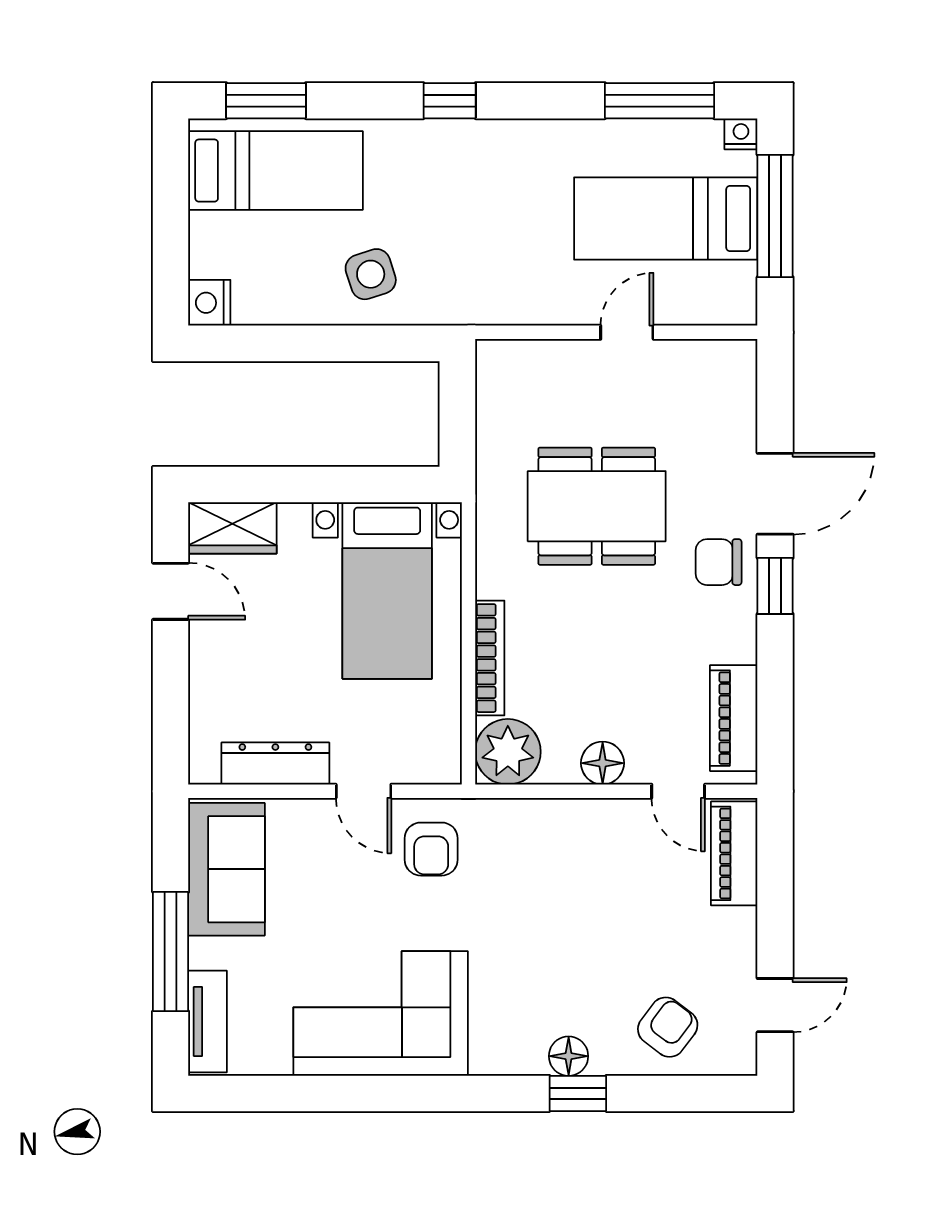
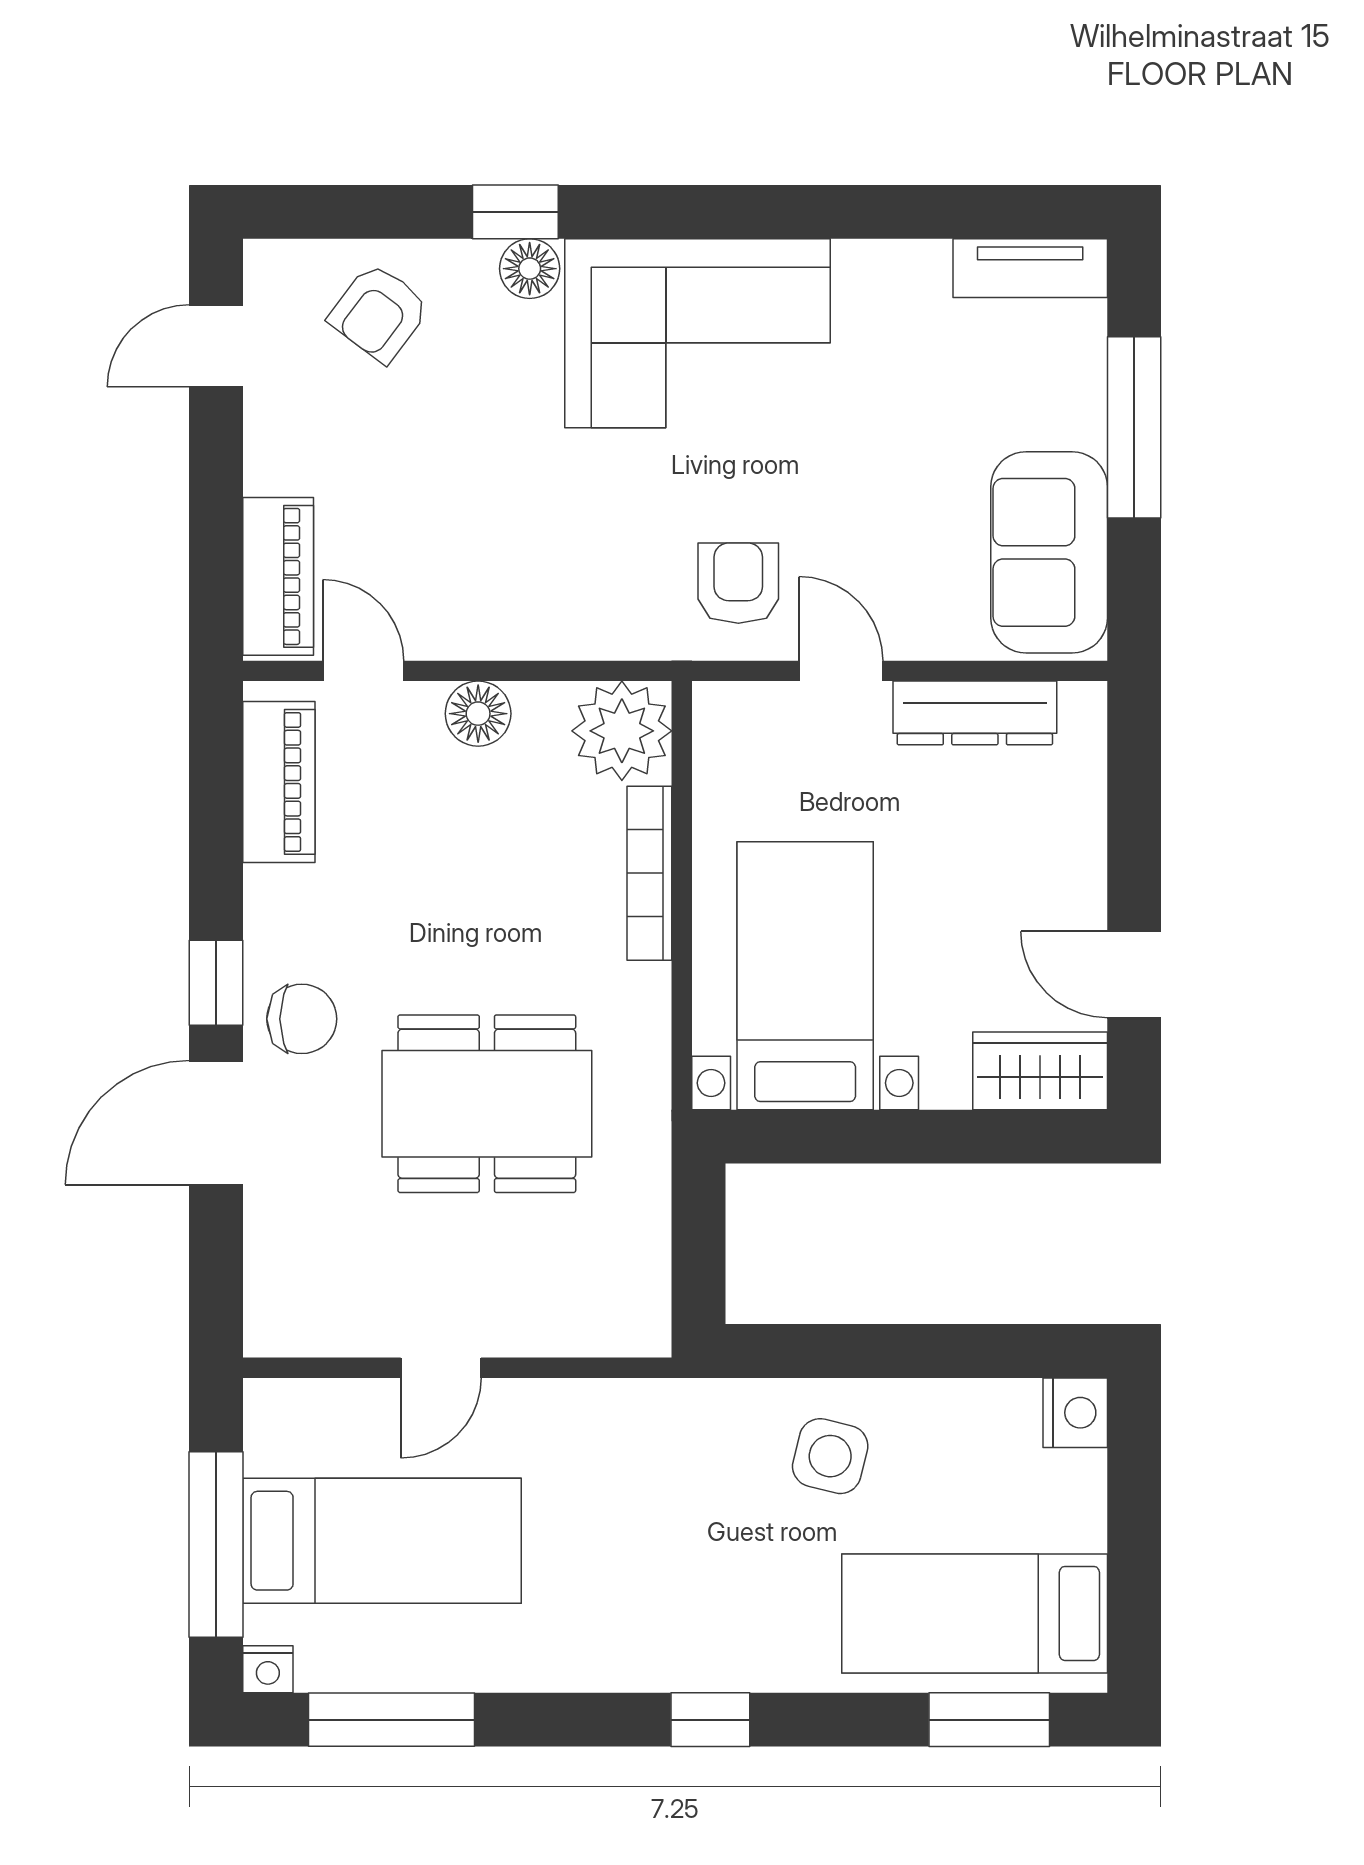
side table: (371, 274) -> (830, 1456), turned 32
corner sofa: (381, 1014) -> (698, 333), moved
tv unit: (208, 1021) -> (1030, 268), moved, turned -90

